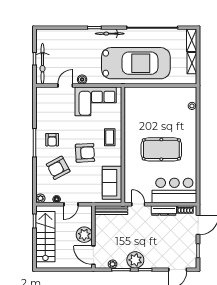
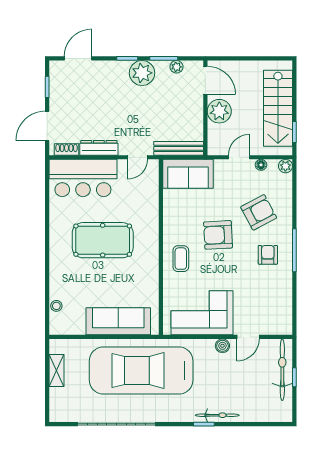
bicycle: (110, 34) -> (217, 415), moved
shelving: (192, 40) -> (57, 405), removed
sofa: (151, 96) -> (118, 321), added
sofa: (112, 183) -> (188, 174), moved, turned 90
door: (138, 204) -> (138, 157), hinge flipped

